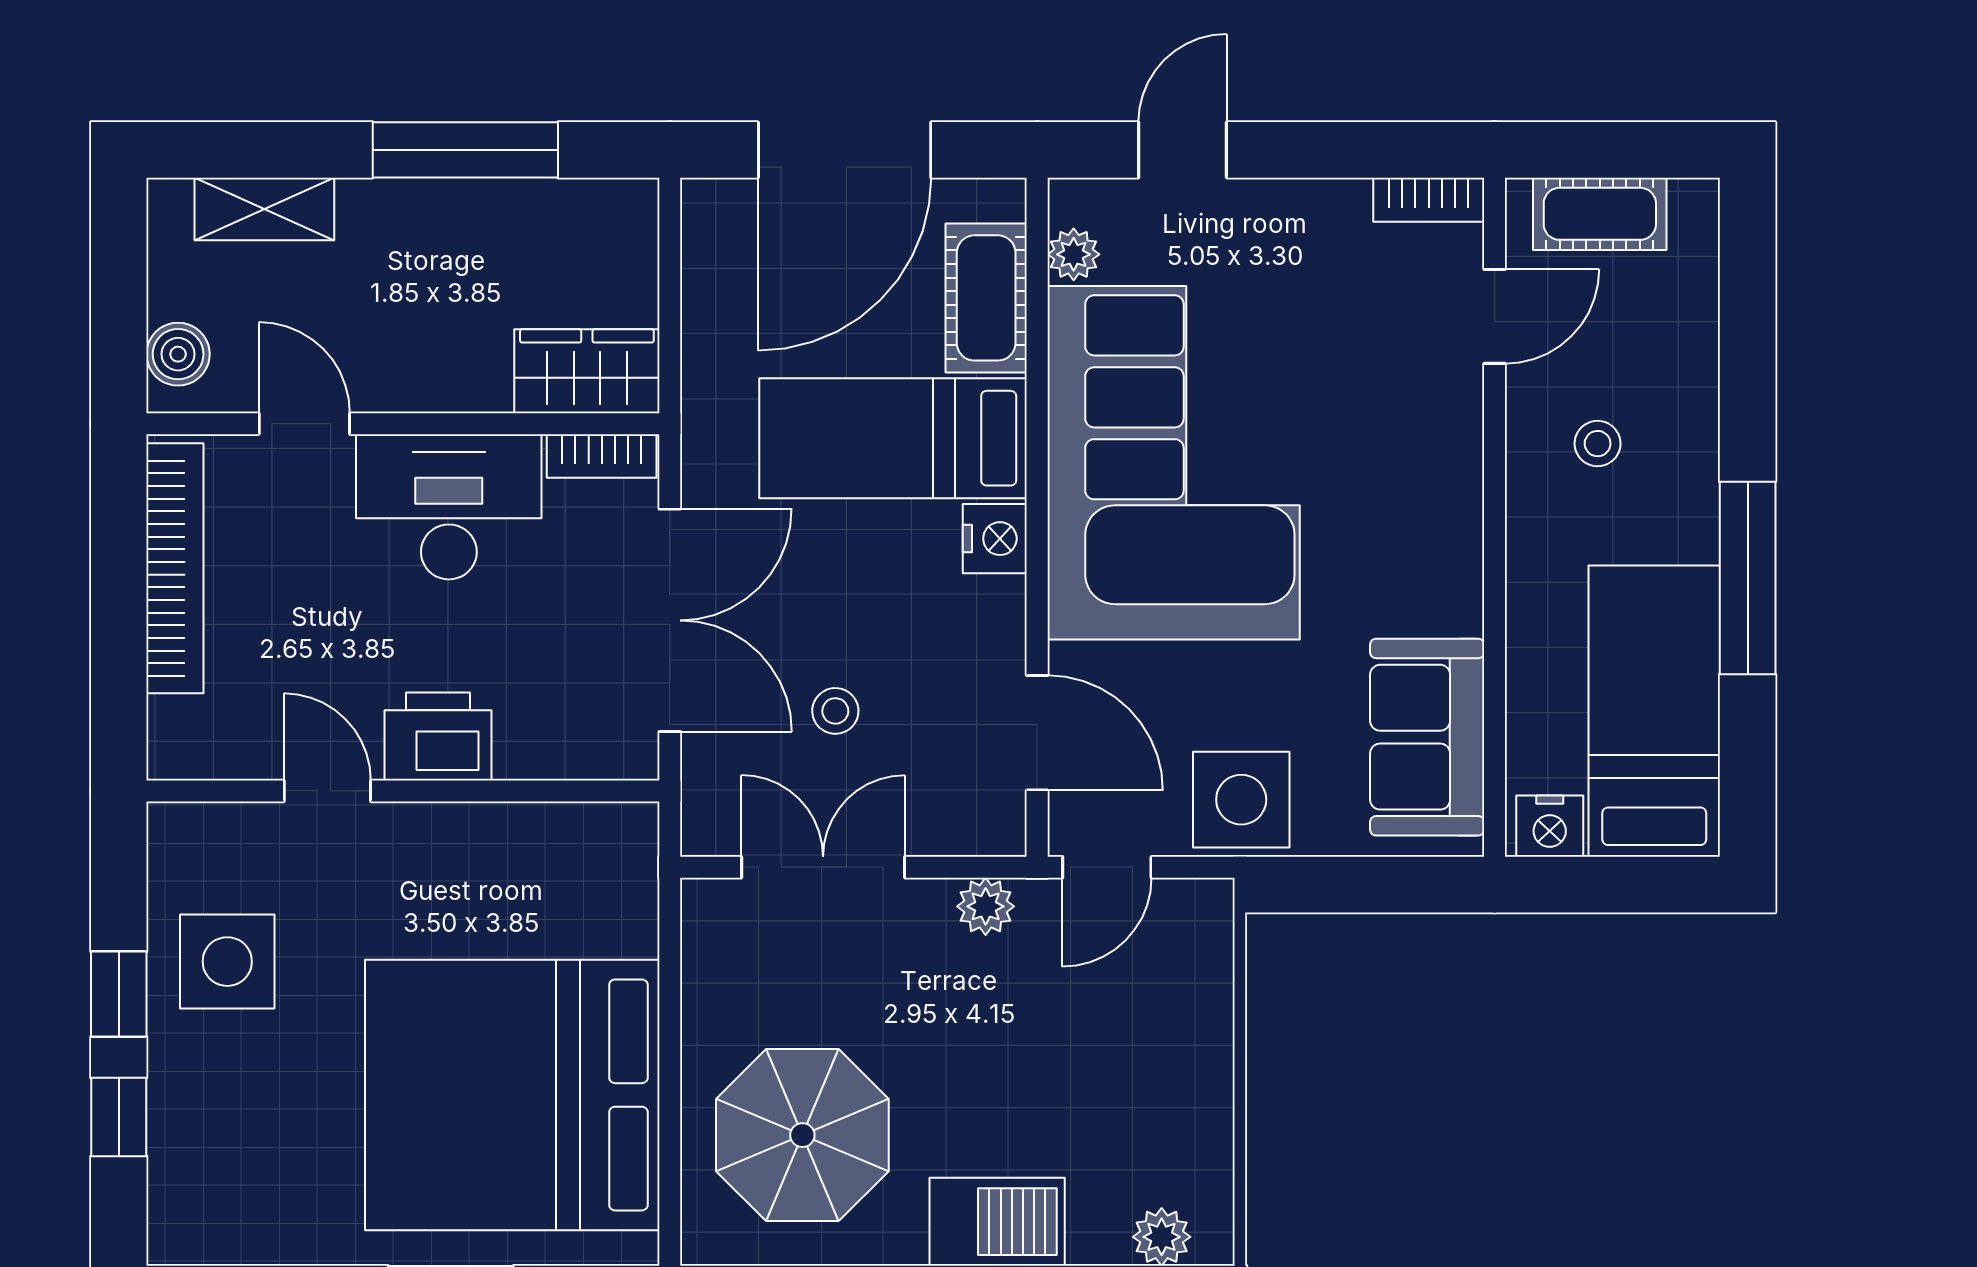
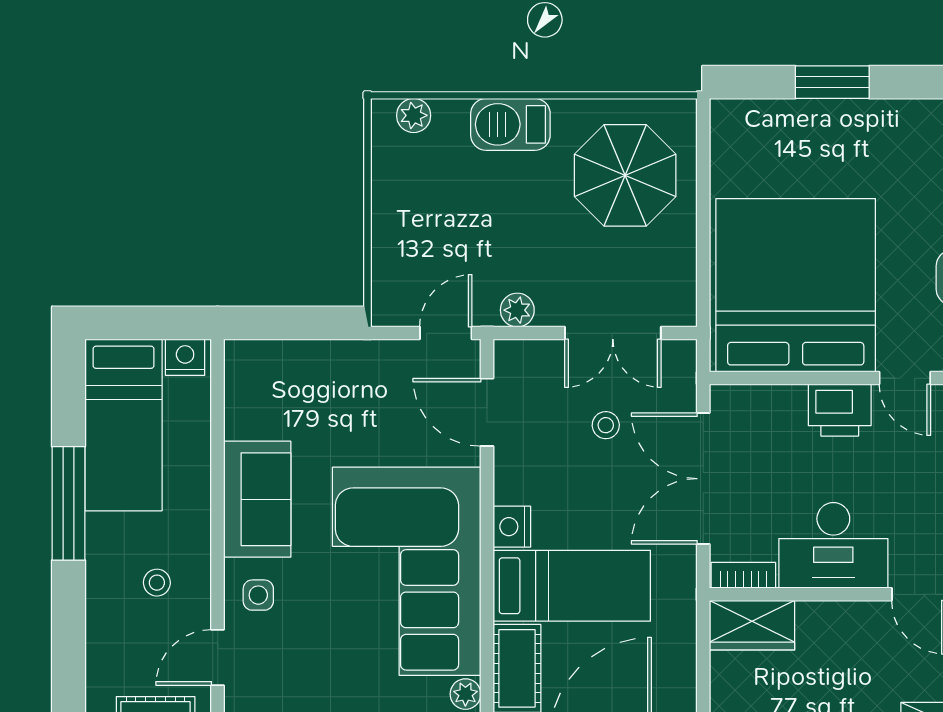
sofa: (1427, 737) -> (257, 499), moved
side table: (1241, 800) -> (258, 595), moved, width x0.54, depth x0.54
bed: (512, 1095) -> (796, 285), moved, turned -90

